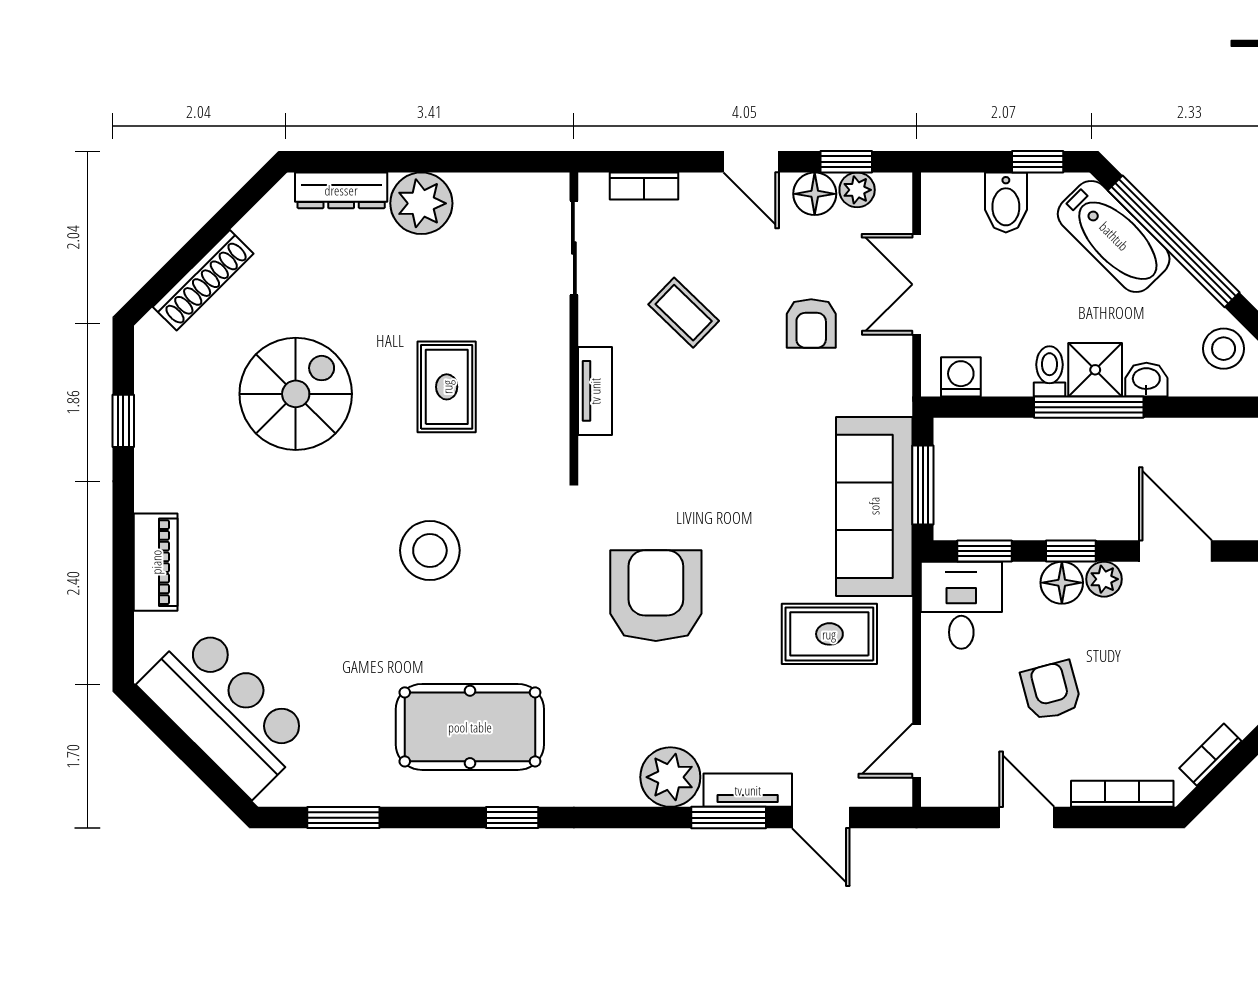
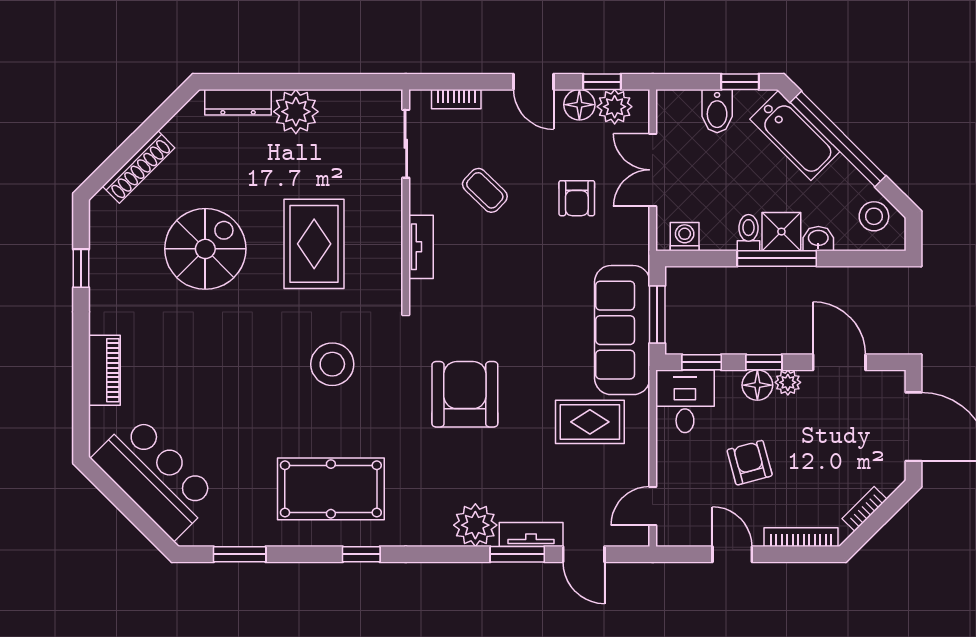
plant: (857, 190) -> (615, 107), width x1.38, depth x1.38
rug: (447, 387) -> (314, 244), width x1.36, depth x1.43
stool: (430, 550) -> (332, 364), moved

